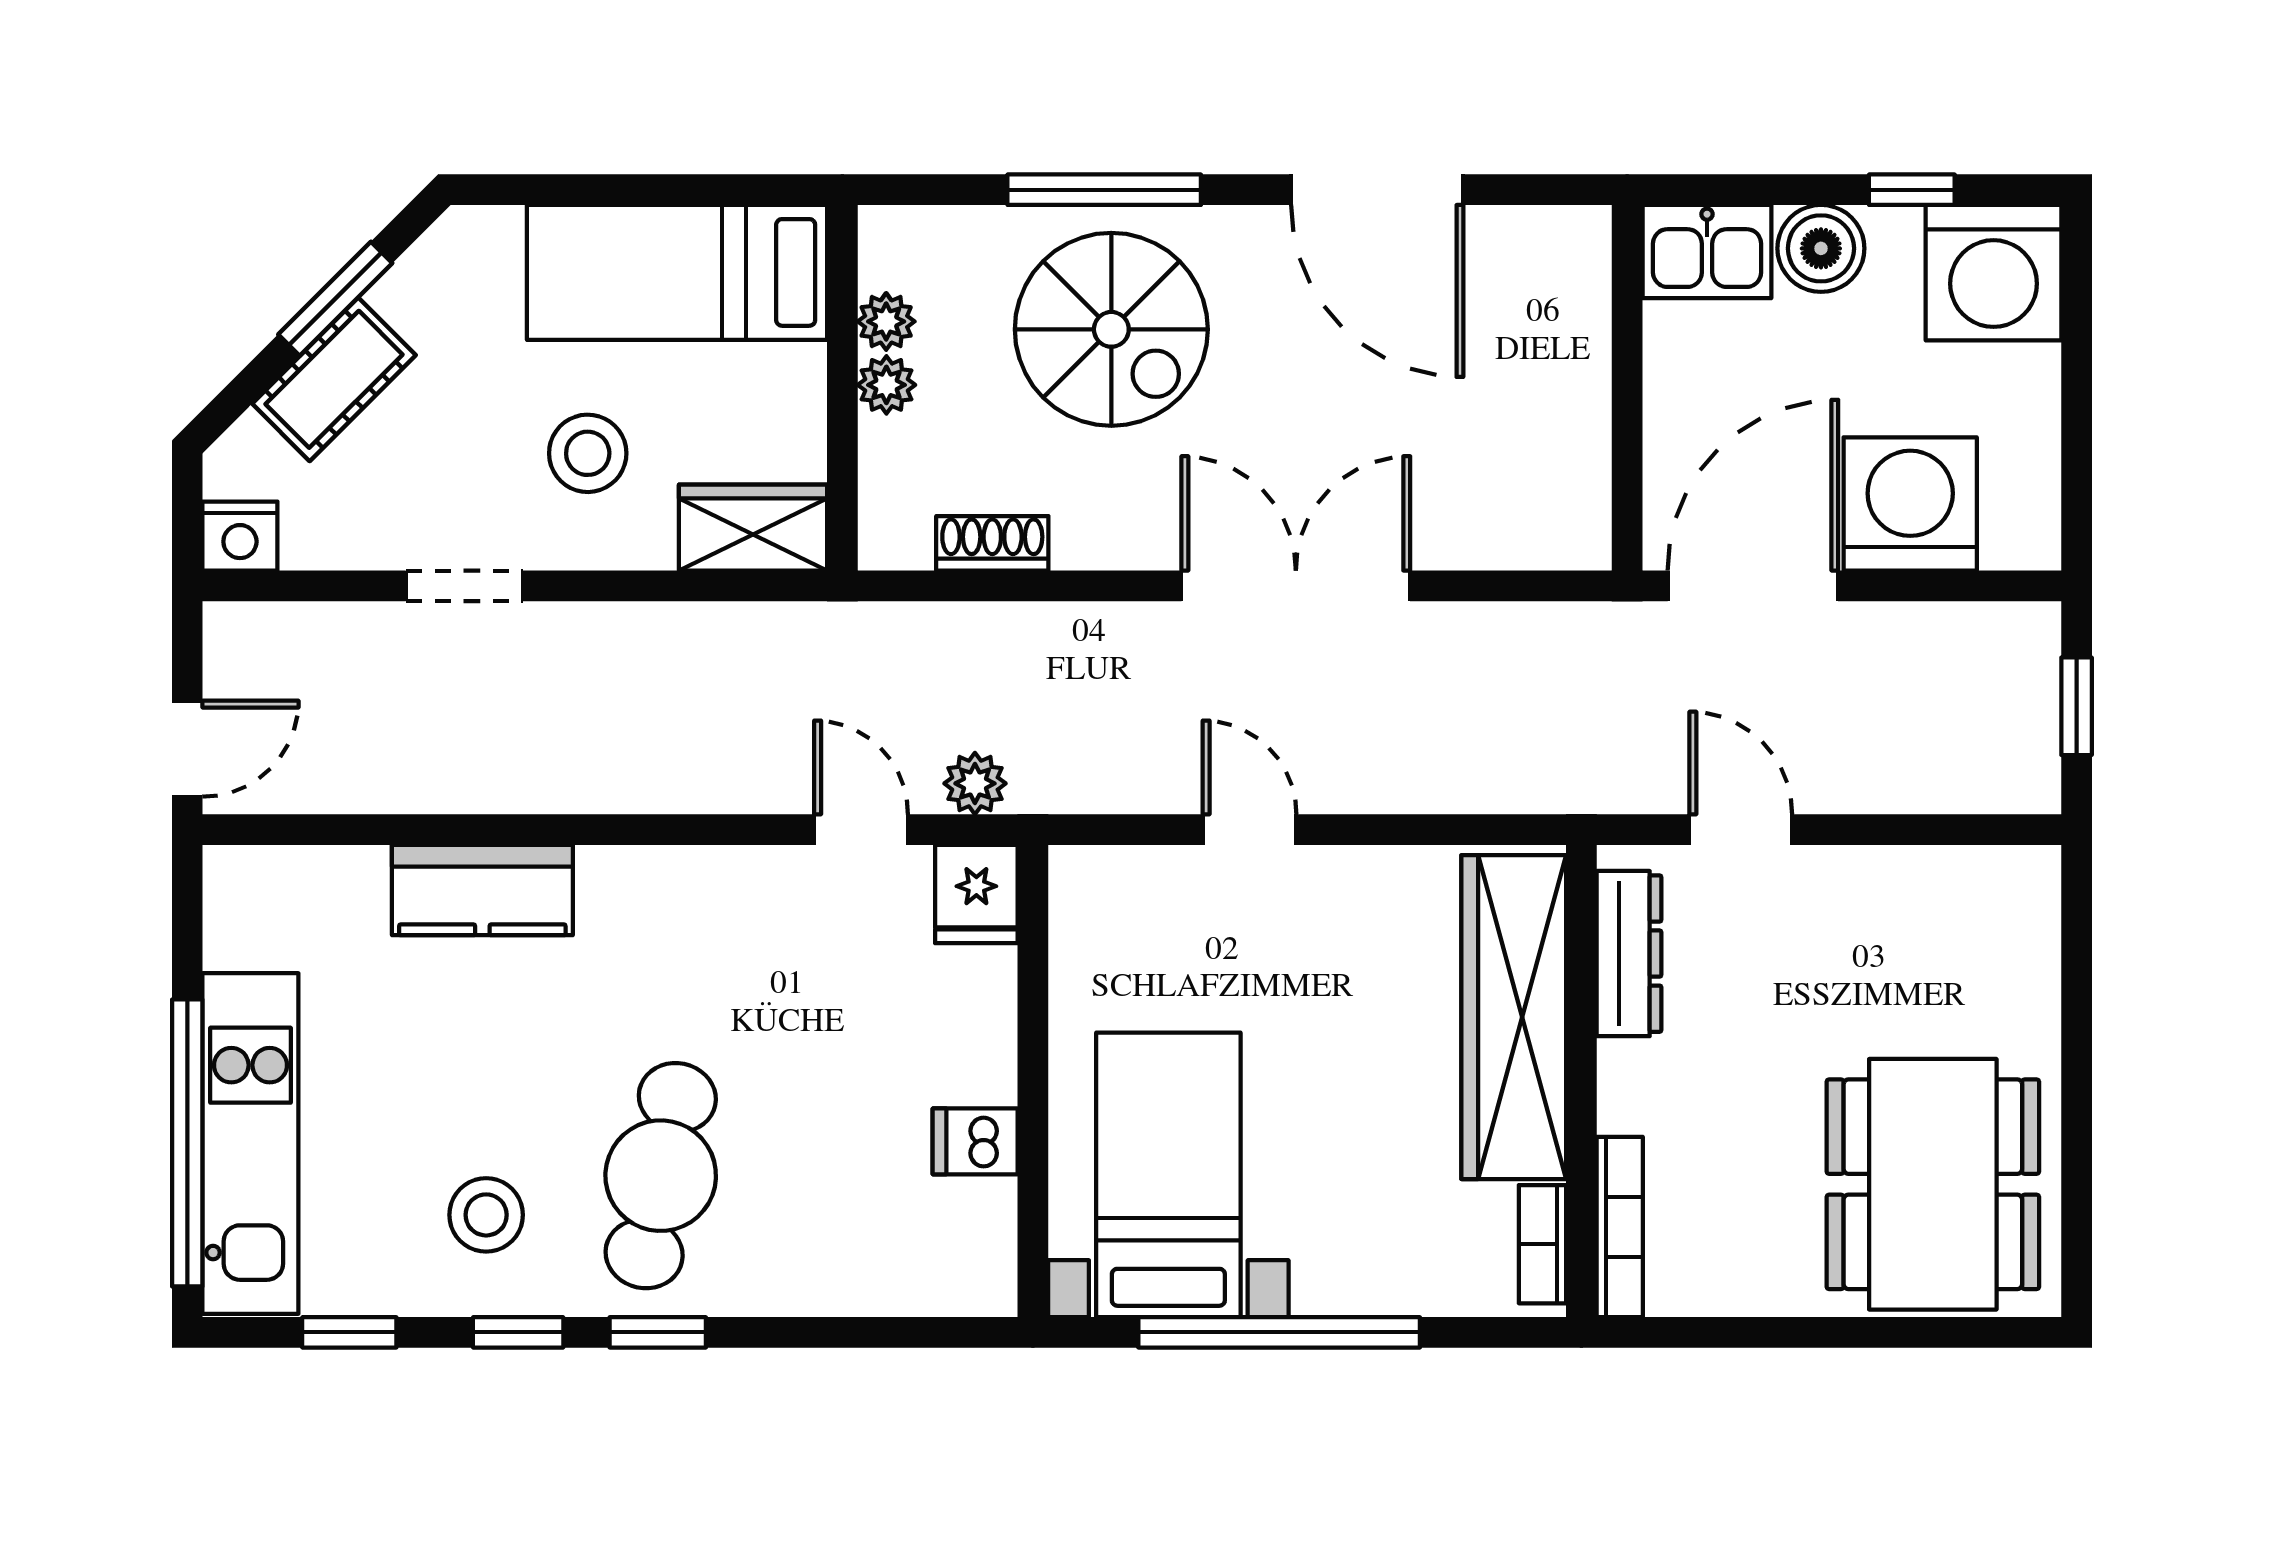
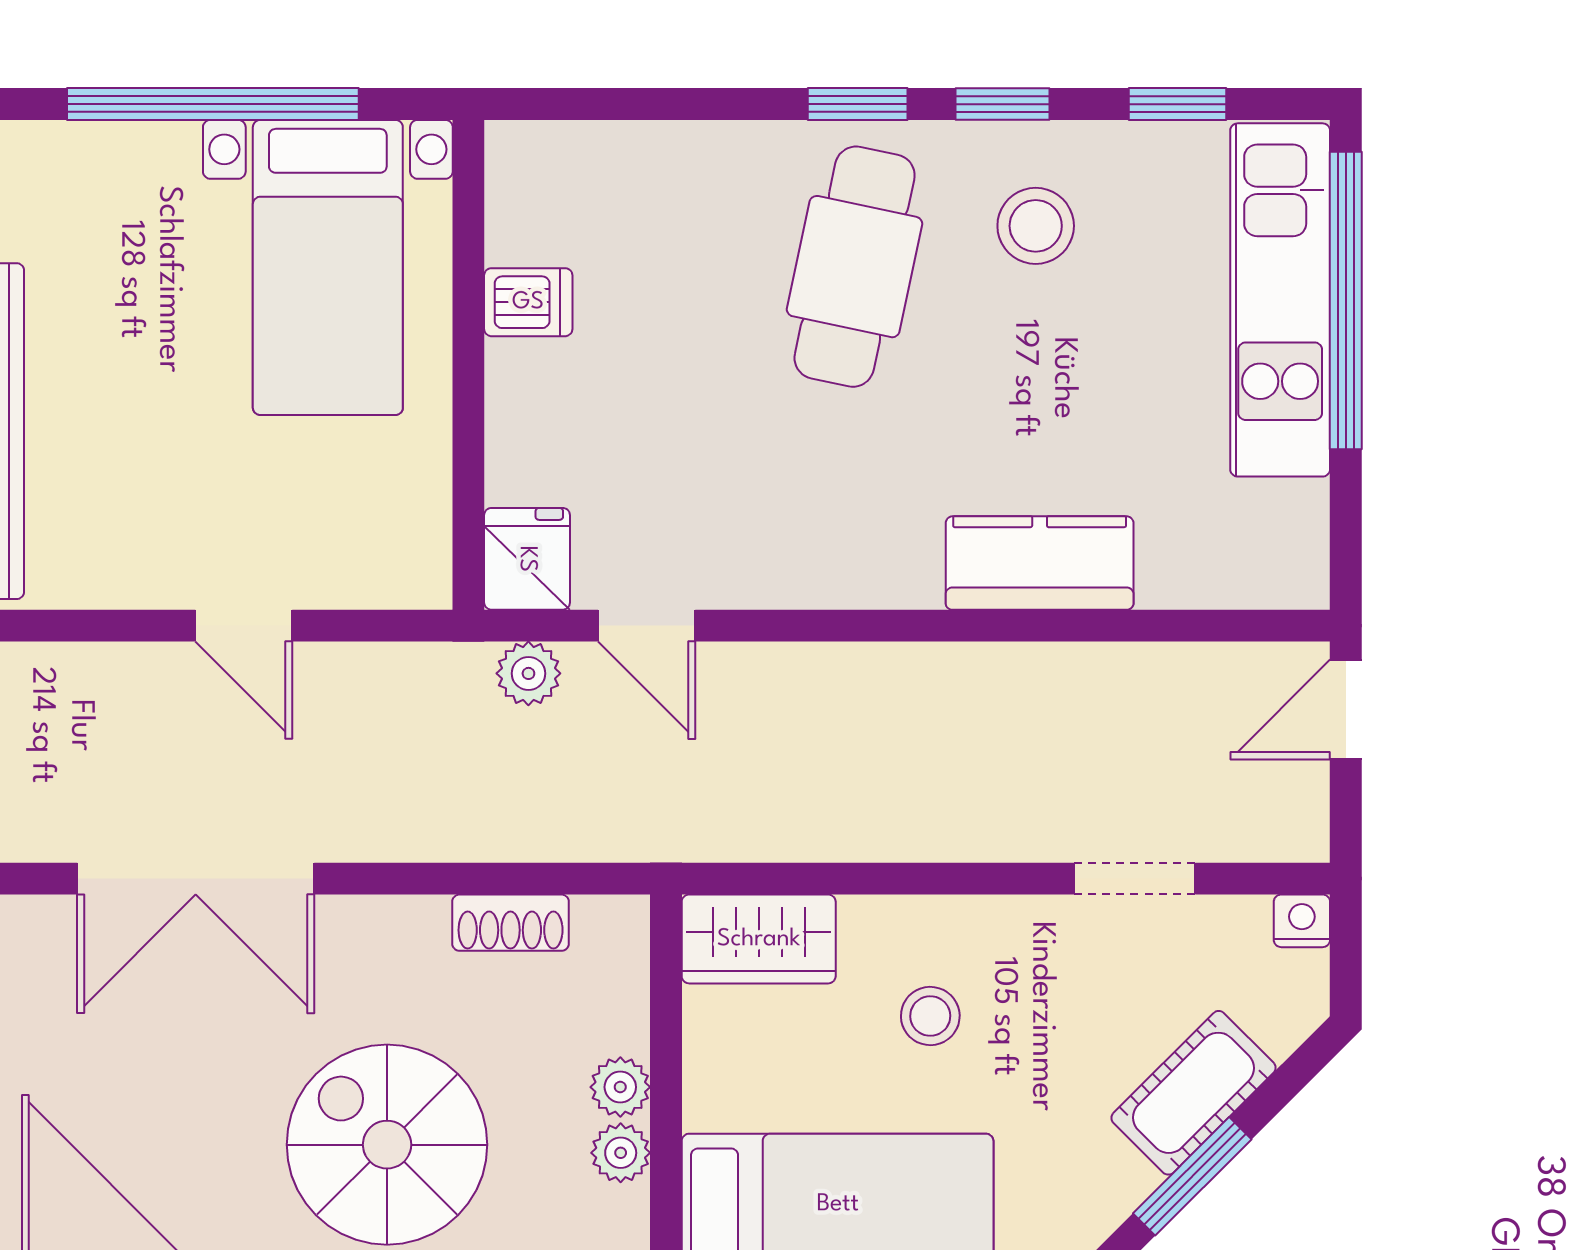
stool: (588, 453) -> (930, 1016), width x0.73, depth x0.73
nightstand: (240, 536) -> (1302, 921), width x0.72, depth x0.74
doorway: (464, 586) -> (1135, 879), moved

